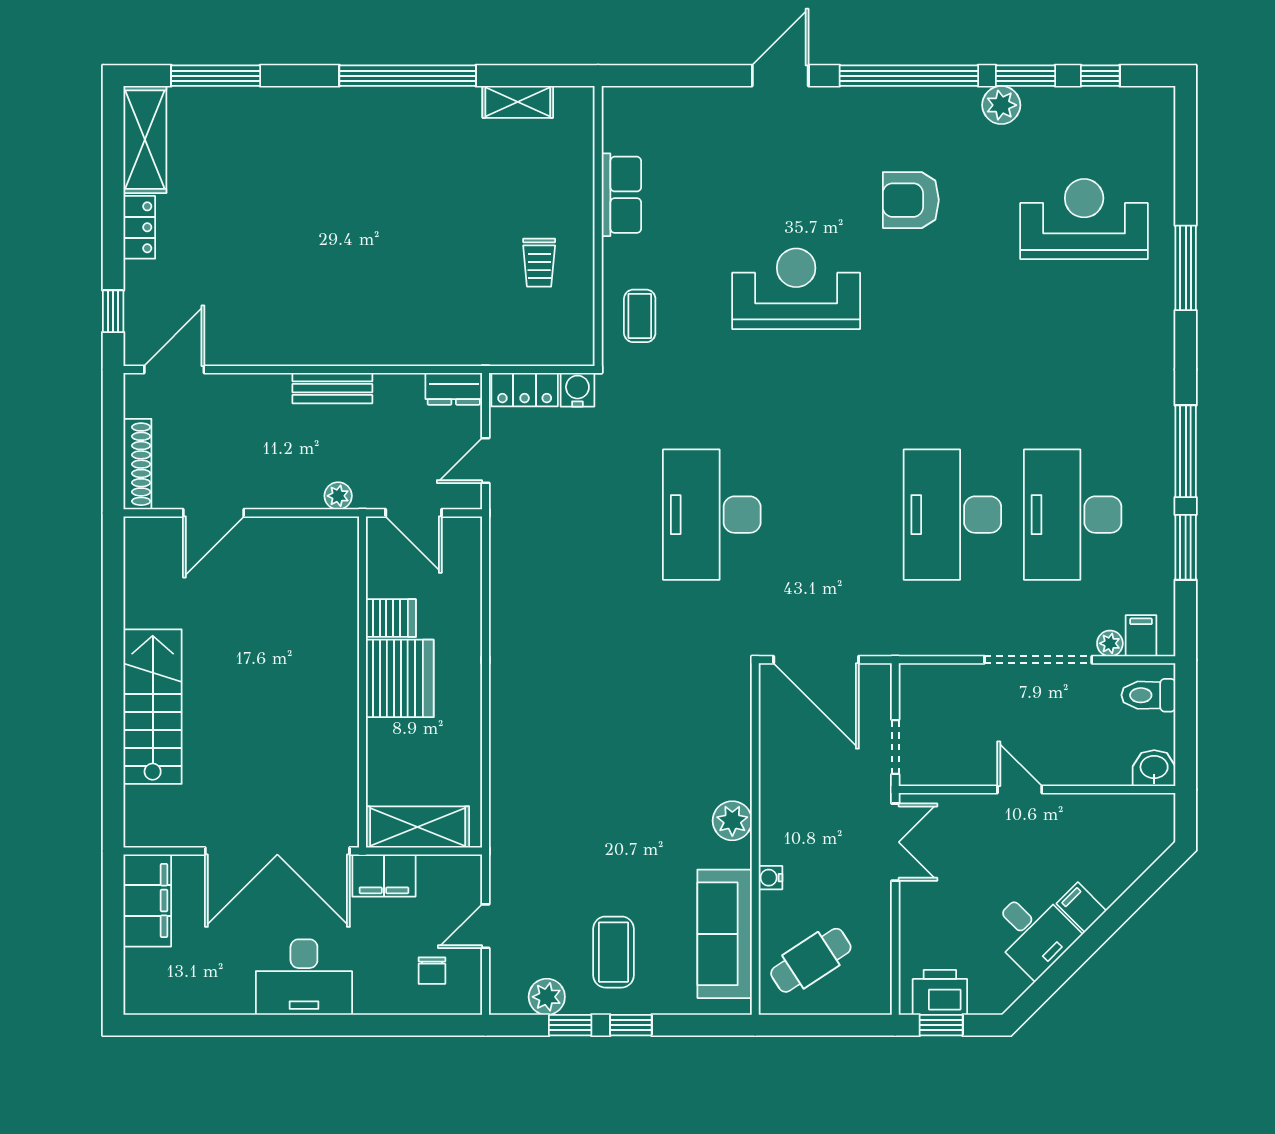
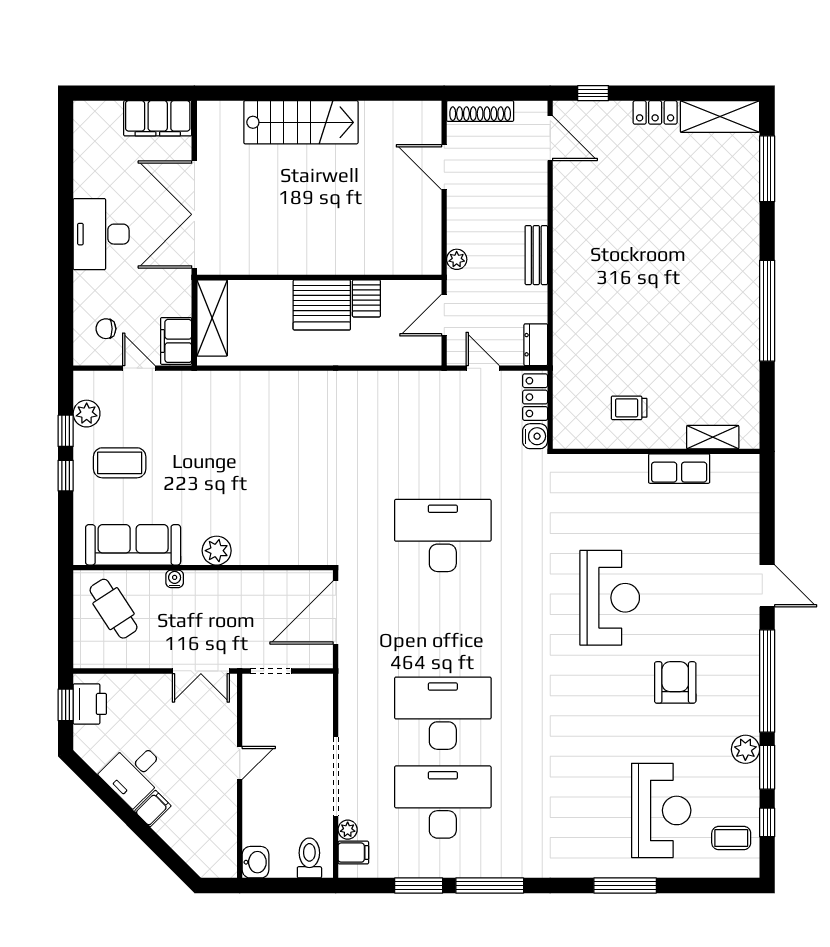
shelving: (518, 102) -> (713, 437), moved, turned 90
coffee table: (640, 316) -> (731, 838), moved
filing cabinet: (384, 876) -> (176, 341), moved

